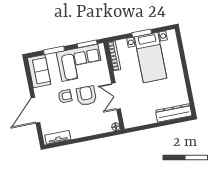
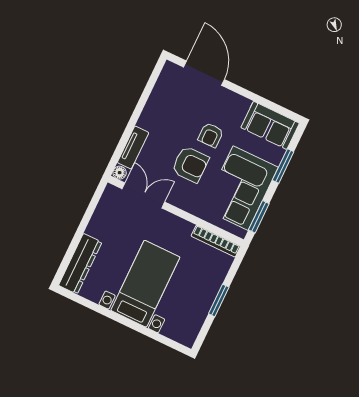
bed with nightstands: (151, 58) -> (145, 284), moved, turned 90
double door: (116, 96) -> (143, 195), moved
door: (35, 110) -> (204, 73), moved
tv unit: (58, 137) -> (133, 148), moved

